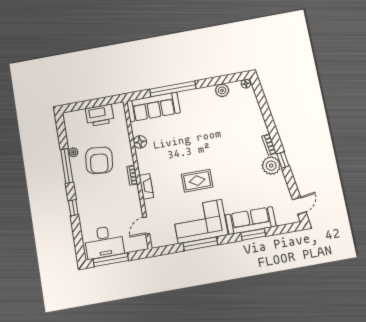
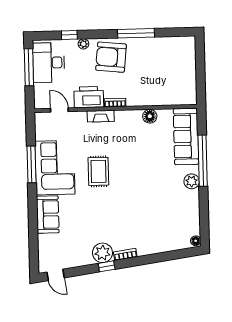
plant: (222, 90) -> (192, 181), moved
printer: (100, 115) -> (89, 97), moved, turned 90
plant: (73, 152) -> (83, 44), moved
armchair: (99, 160) -> (111, 57), moved
window: (73, 208) -> (69, 35), moved
sofa: (251, 220) -> (48, 215), width x0.73
window: (253, 234) -> (33, 222), removed

